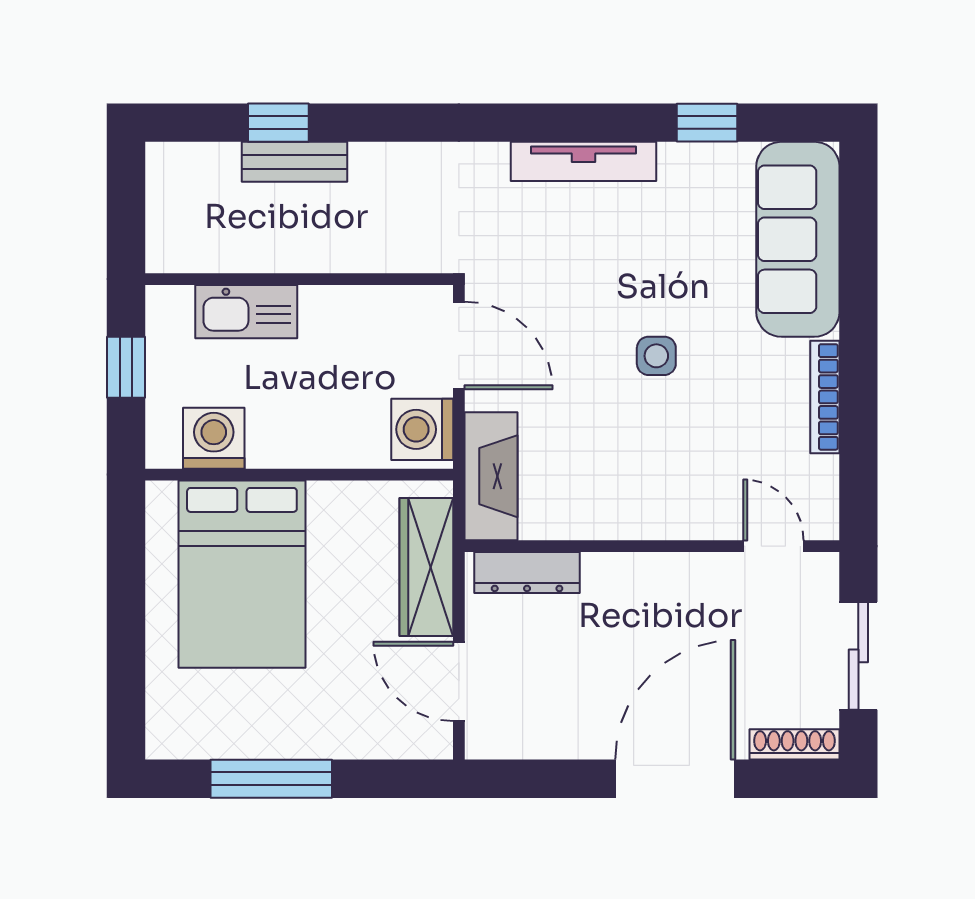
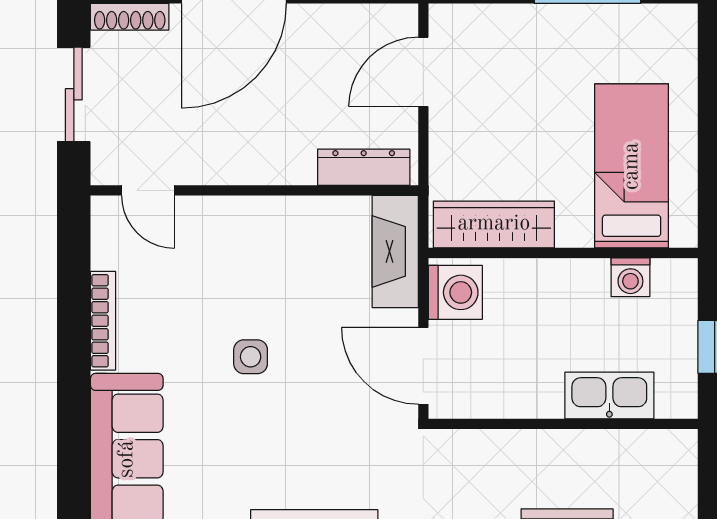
washing machine: (214, 438) -> (630, 277), width x0.73, depth x0.73
wardrobe: (426, 567) -> (494, 224), moved, turned -90
bed: (242, 574) -> (632, 166), width x0.67
door: (459, 681) -> (423, 72), swing flipped

